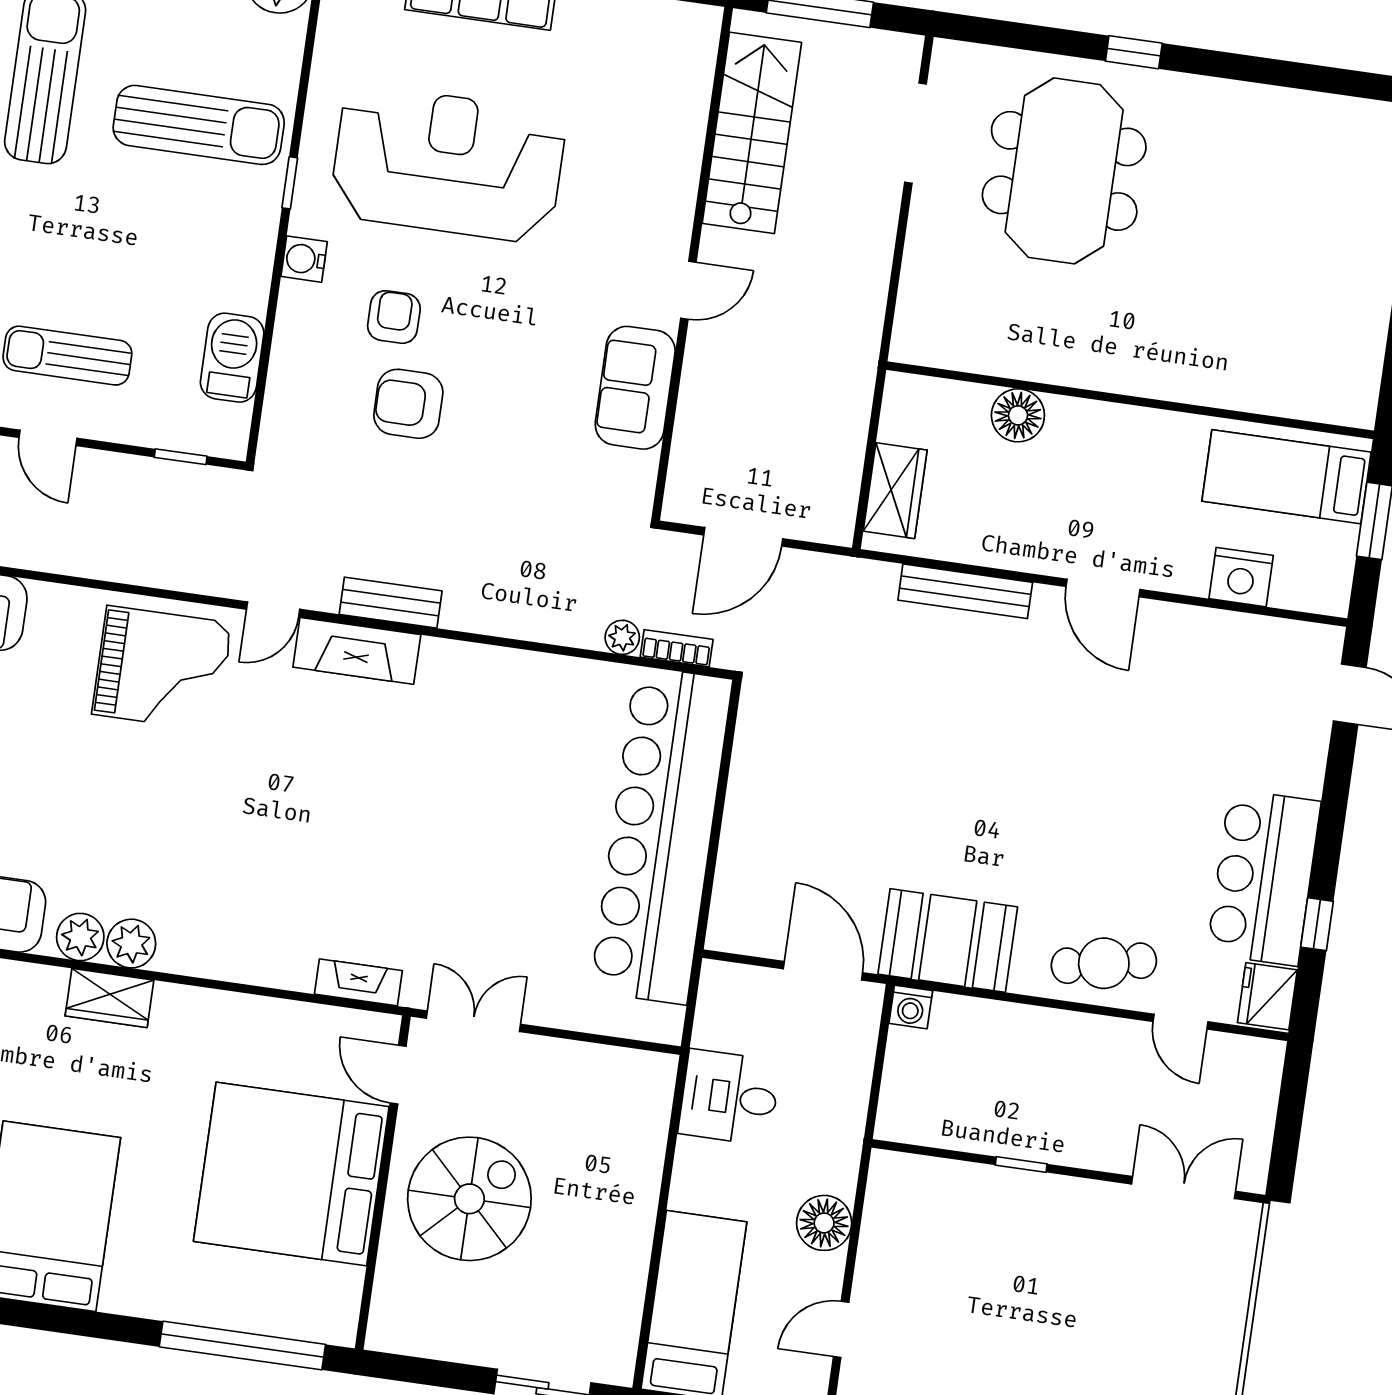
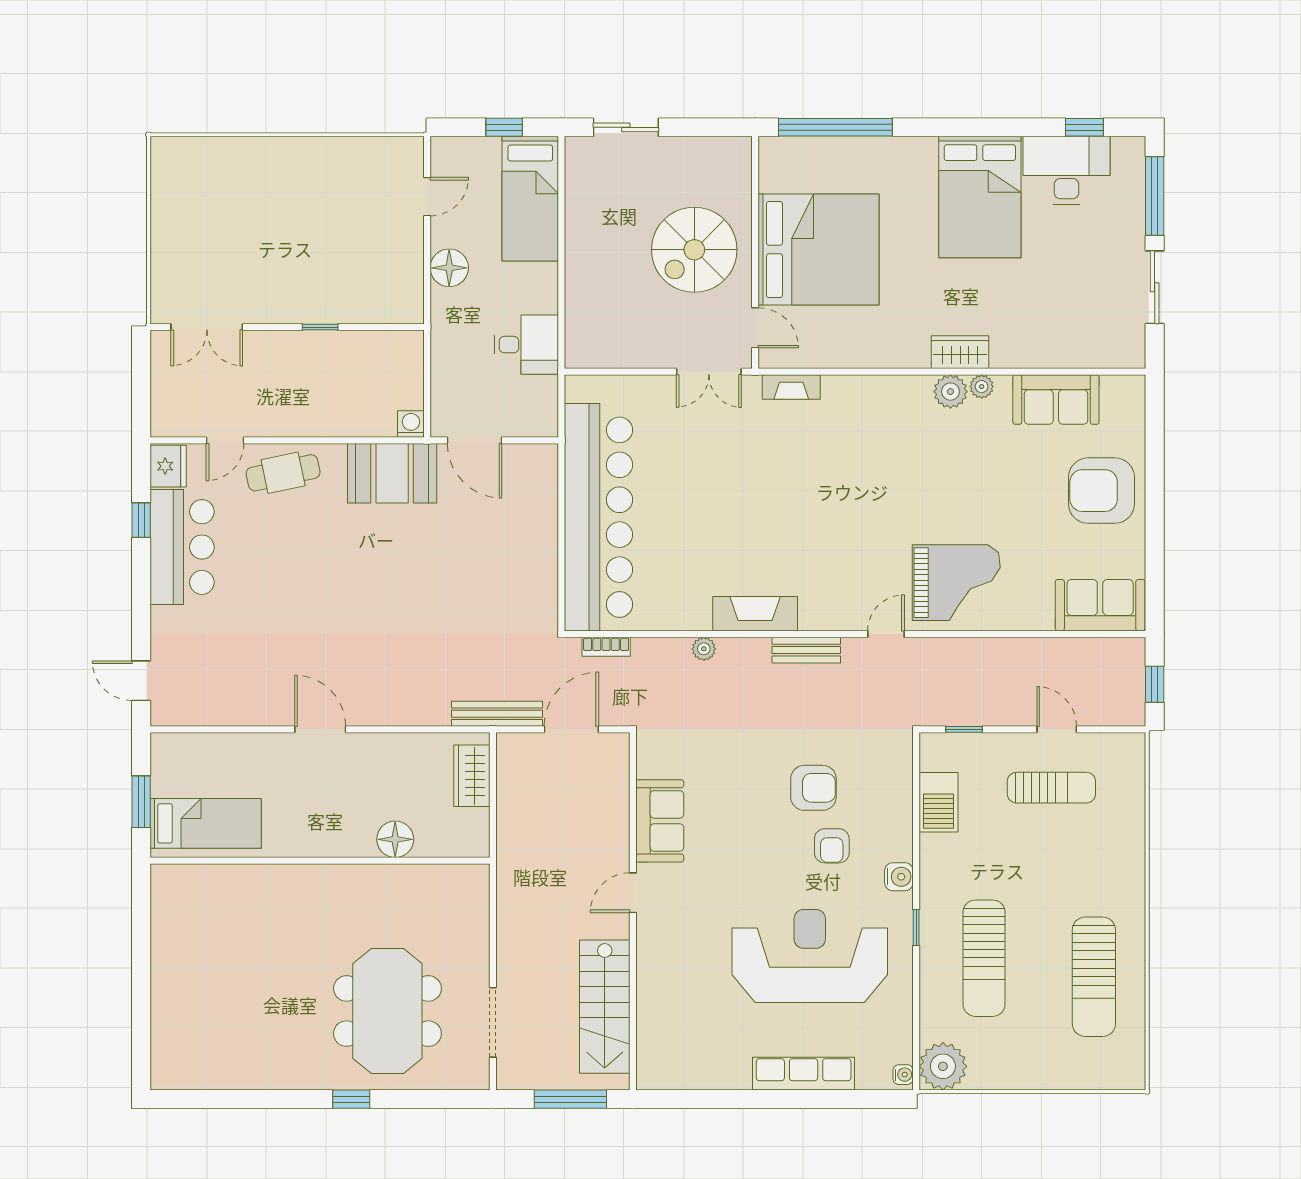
sun lounger: (199, 125) -> (984, 958), turned -90
reception desk: (448, 164) -> (810, 956), turned 180
nightstand: (1241, 577) -> (227, 750), removed
bench: (965, 591) -> (497, 714), moved
plant: (622, 637) -> (704, 649), moved
fireplace: (357, 651) -> (755, 614), moved
grand piano: (162, 669) -> (956, 583), turned 180
plant: (80, 937) -> (982, 387), width x0.73, depth x0.73
door: (1181, 1022) -> (225, 440), swing flipped

